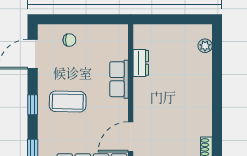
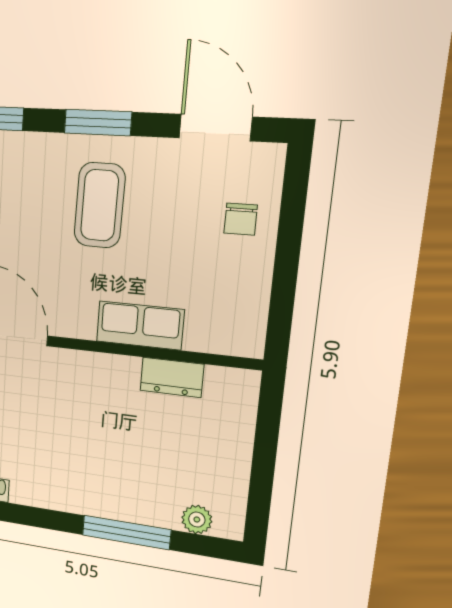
window: (217, 78) -> (126, 532), added
window: (33, 105) -> (98, 123), width x1.50

